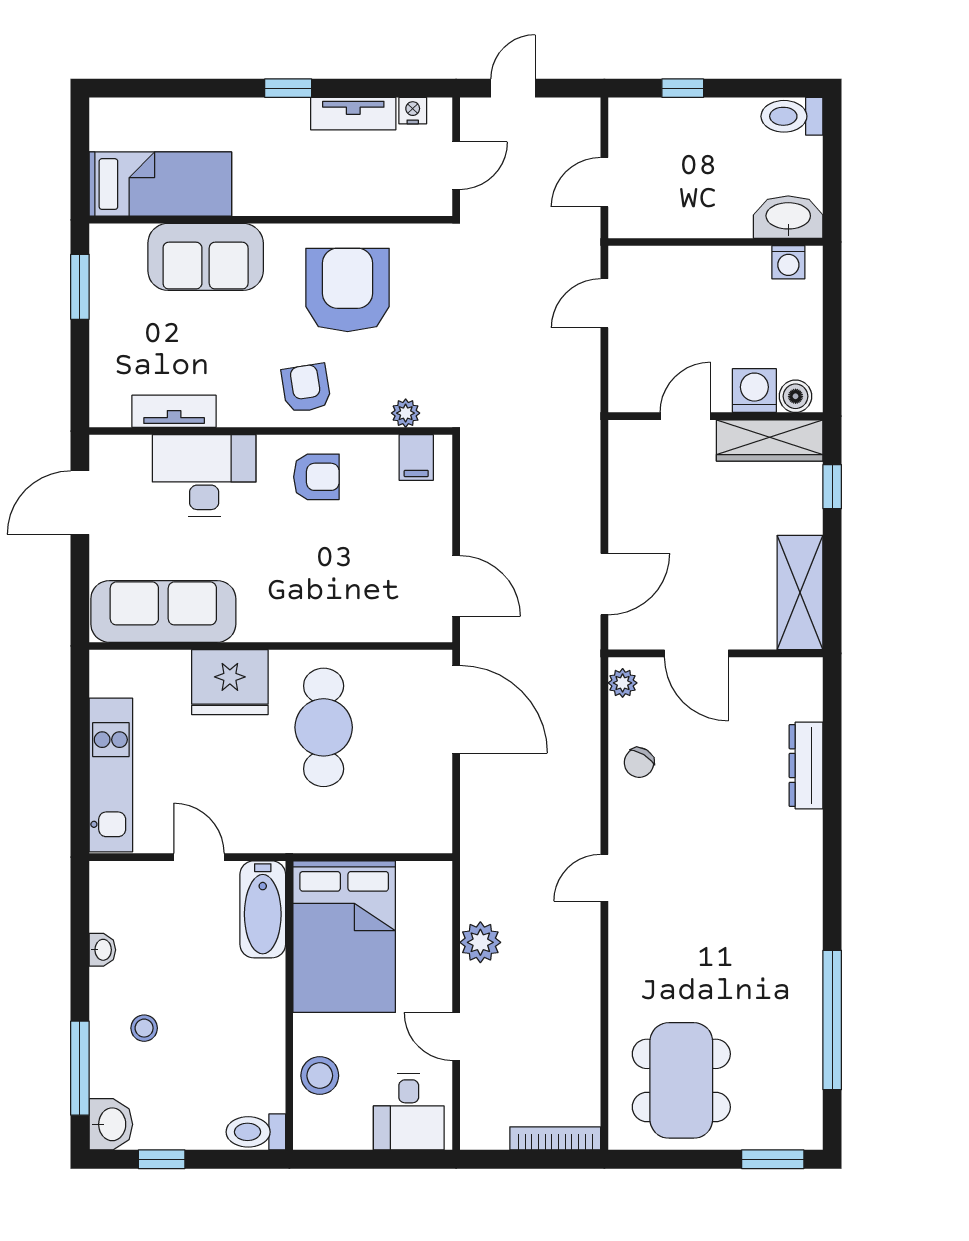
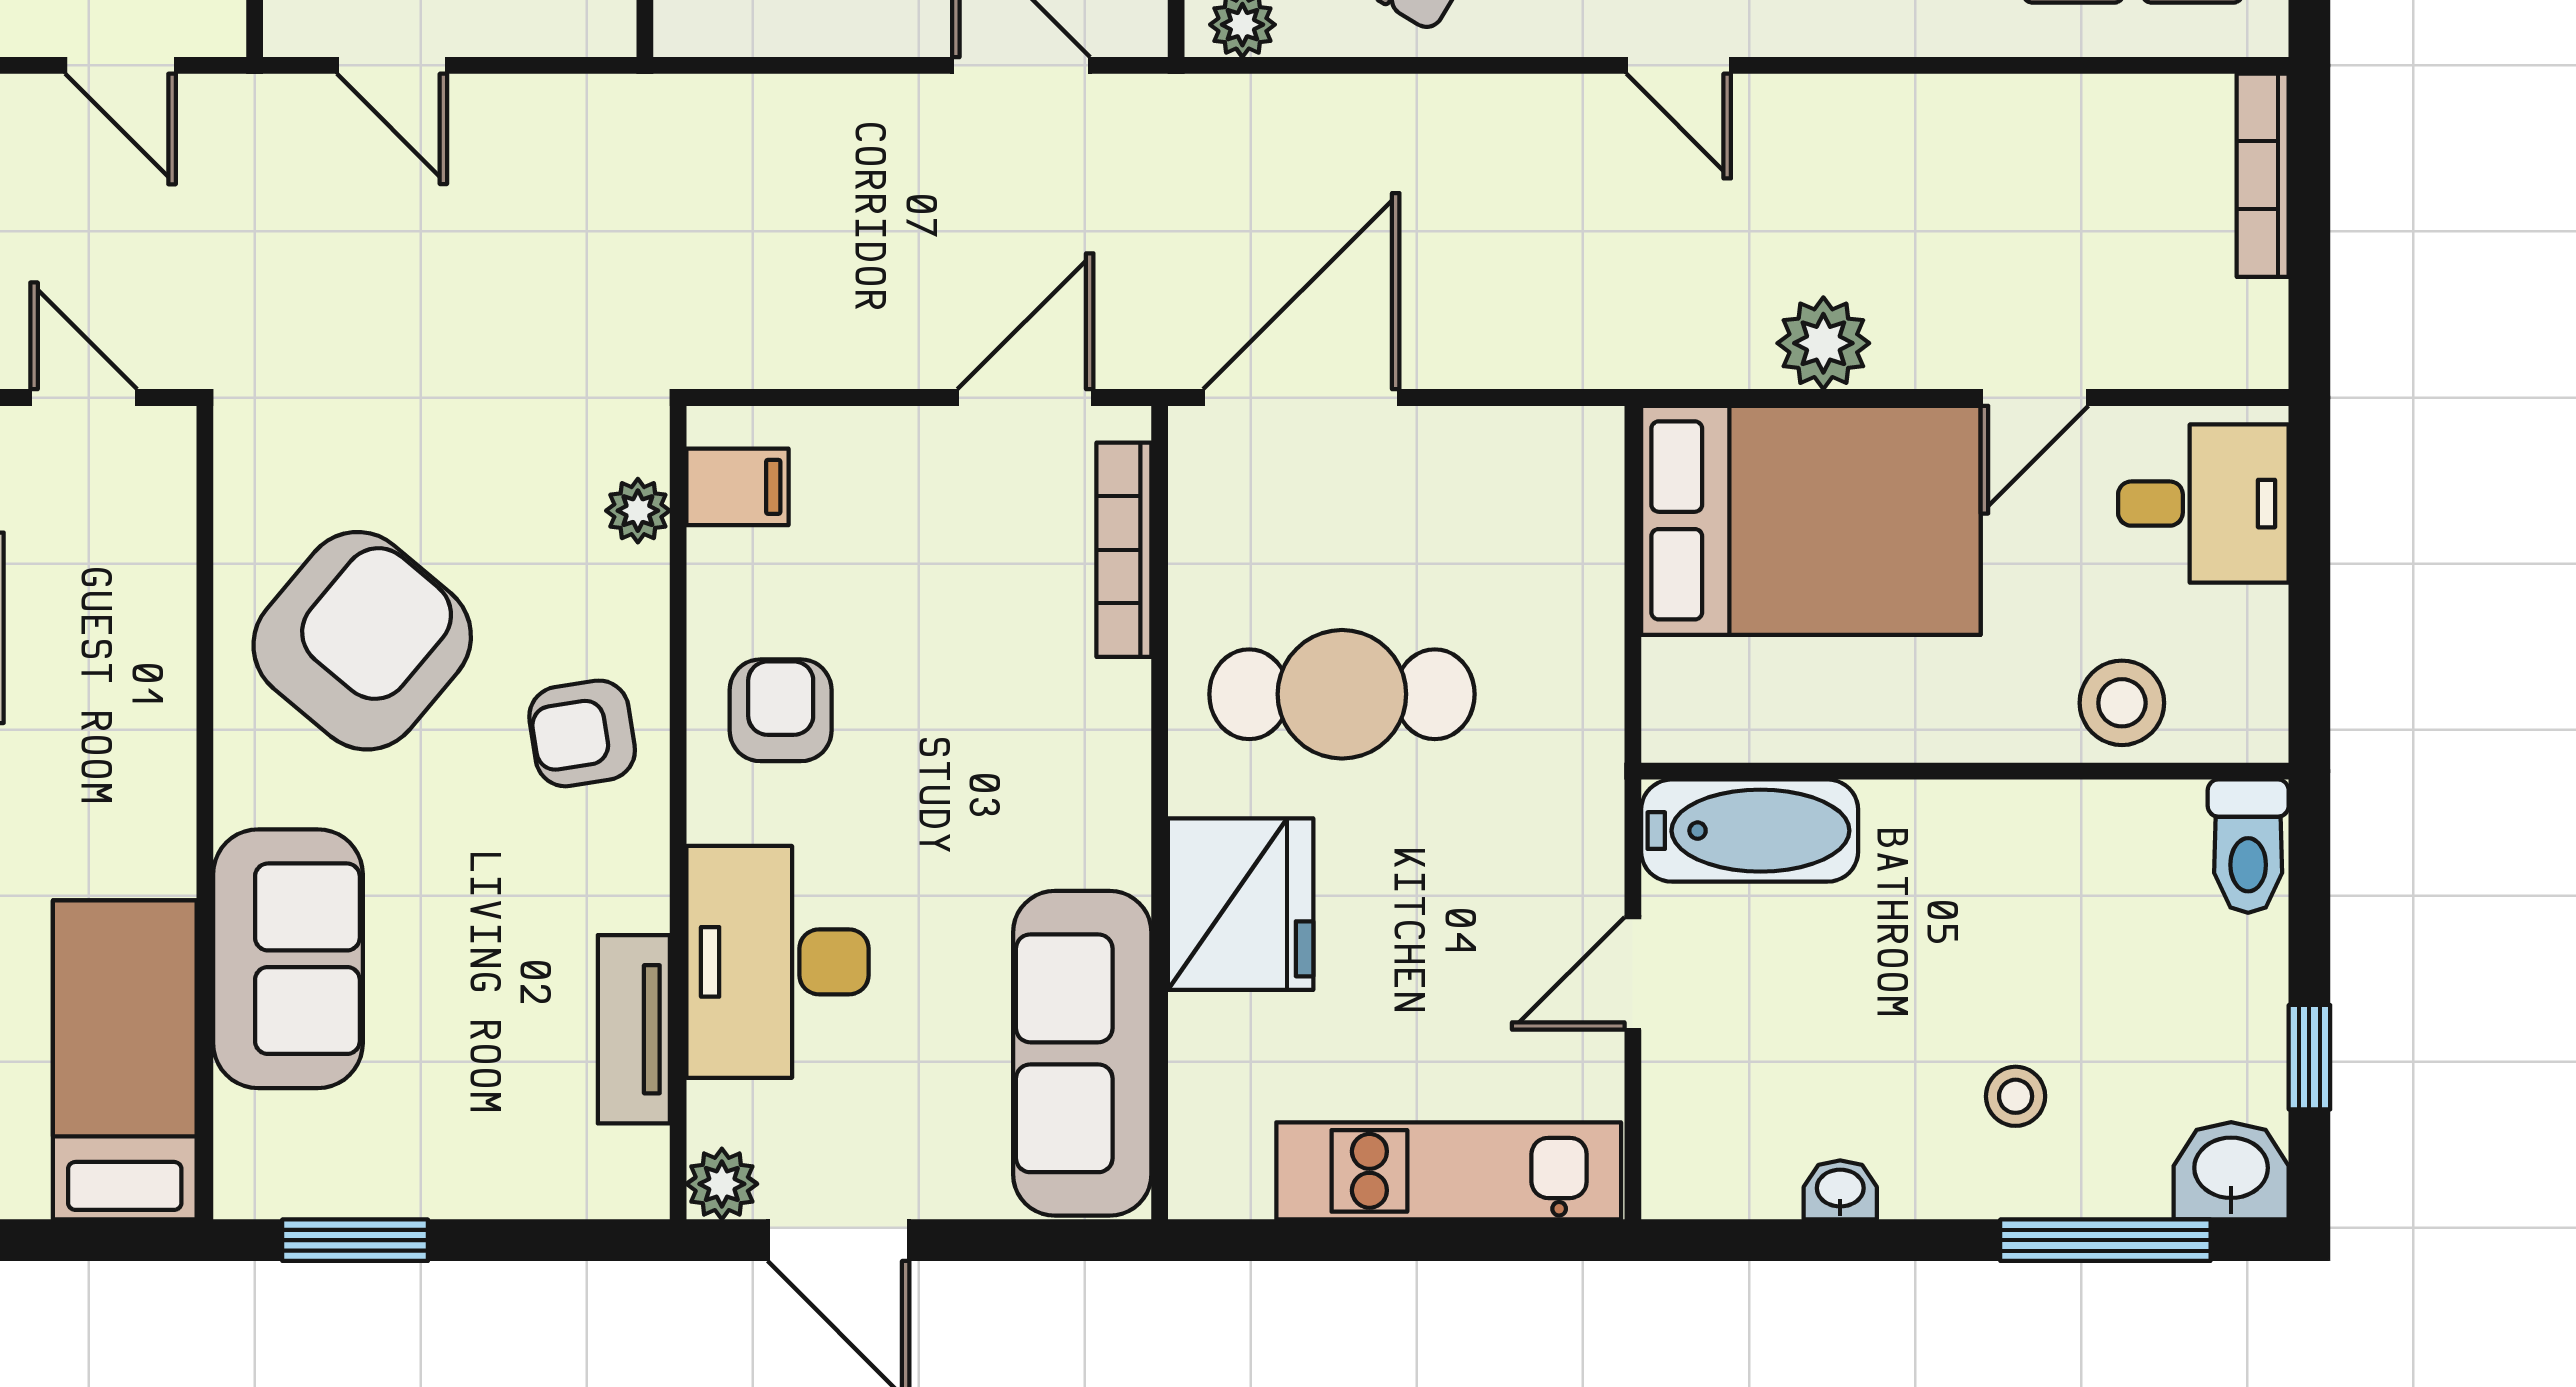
armchair: (348, 290) -> (362, 641), turned 130
plant: (105, 451) -> (722, 1184), added
bookcase: (388, 630) -> (1124, 550), added
bed: (344, 937) -> (1811, 520), moved

